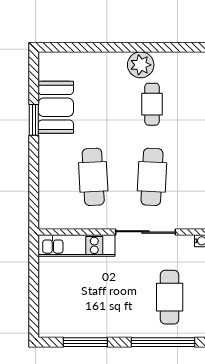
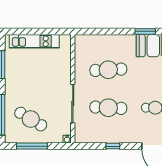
kitchen unit: (77, 245) -> (34, 41), moved, turned -90
cafe table: (170, 297) -> (31, 119), turned 31

